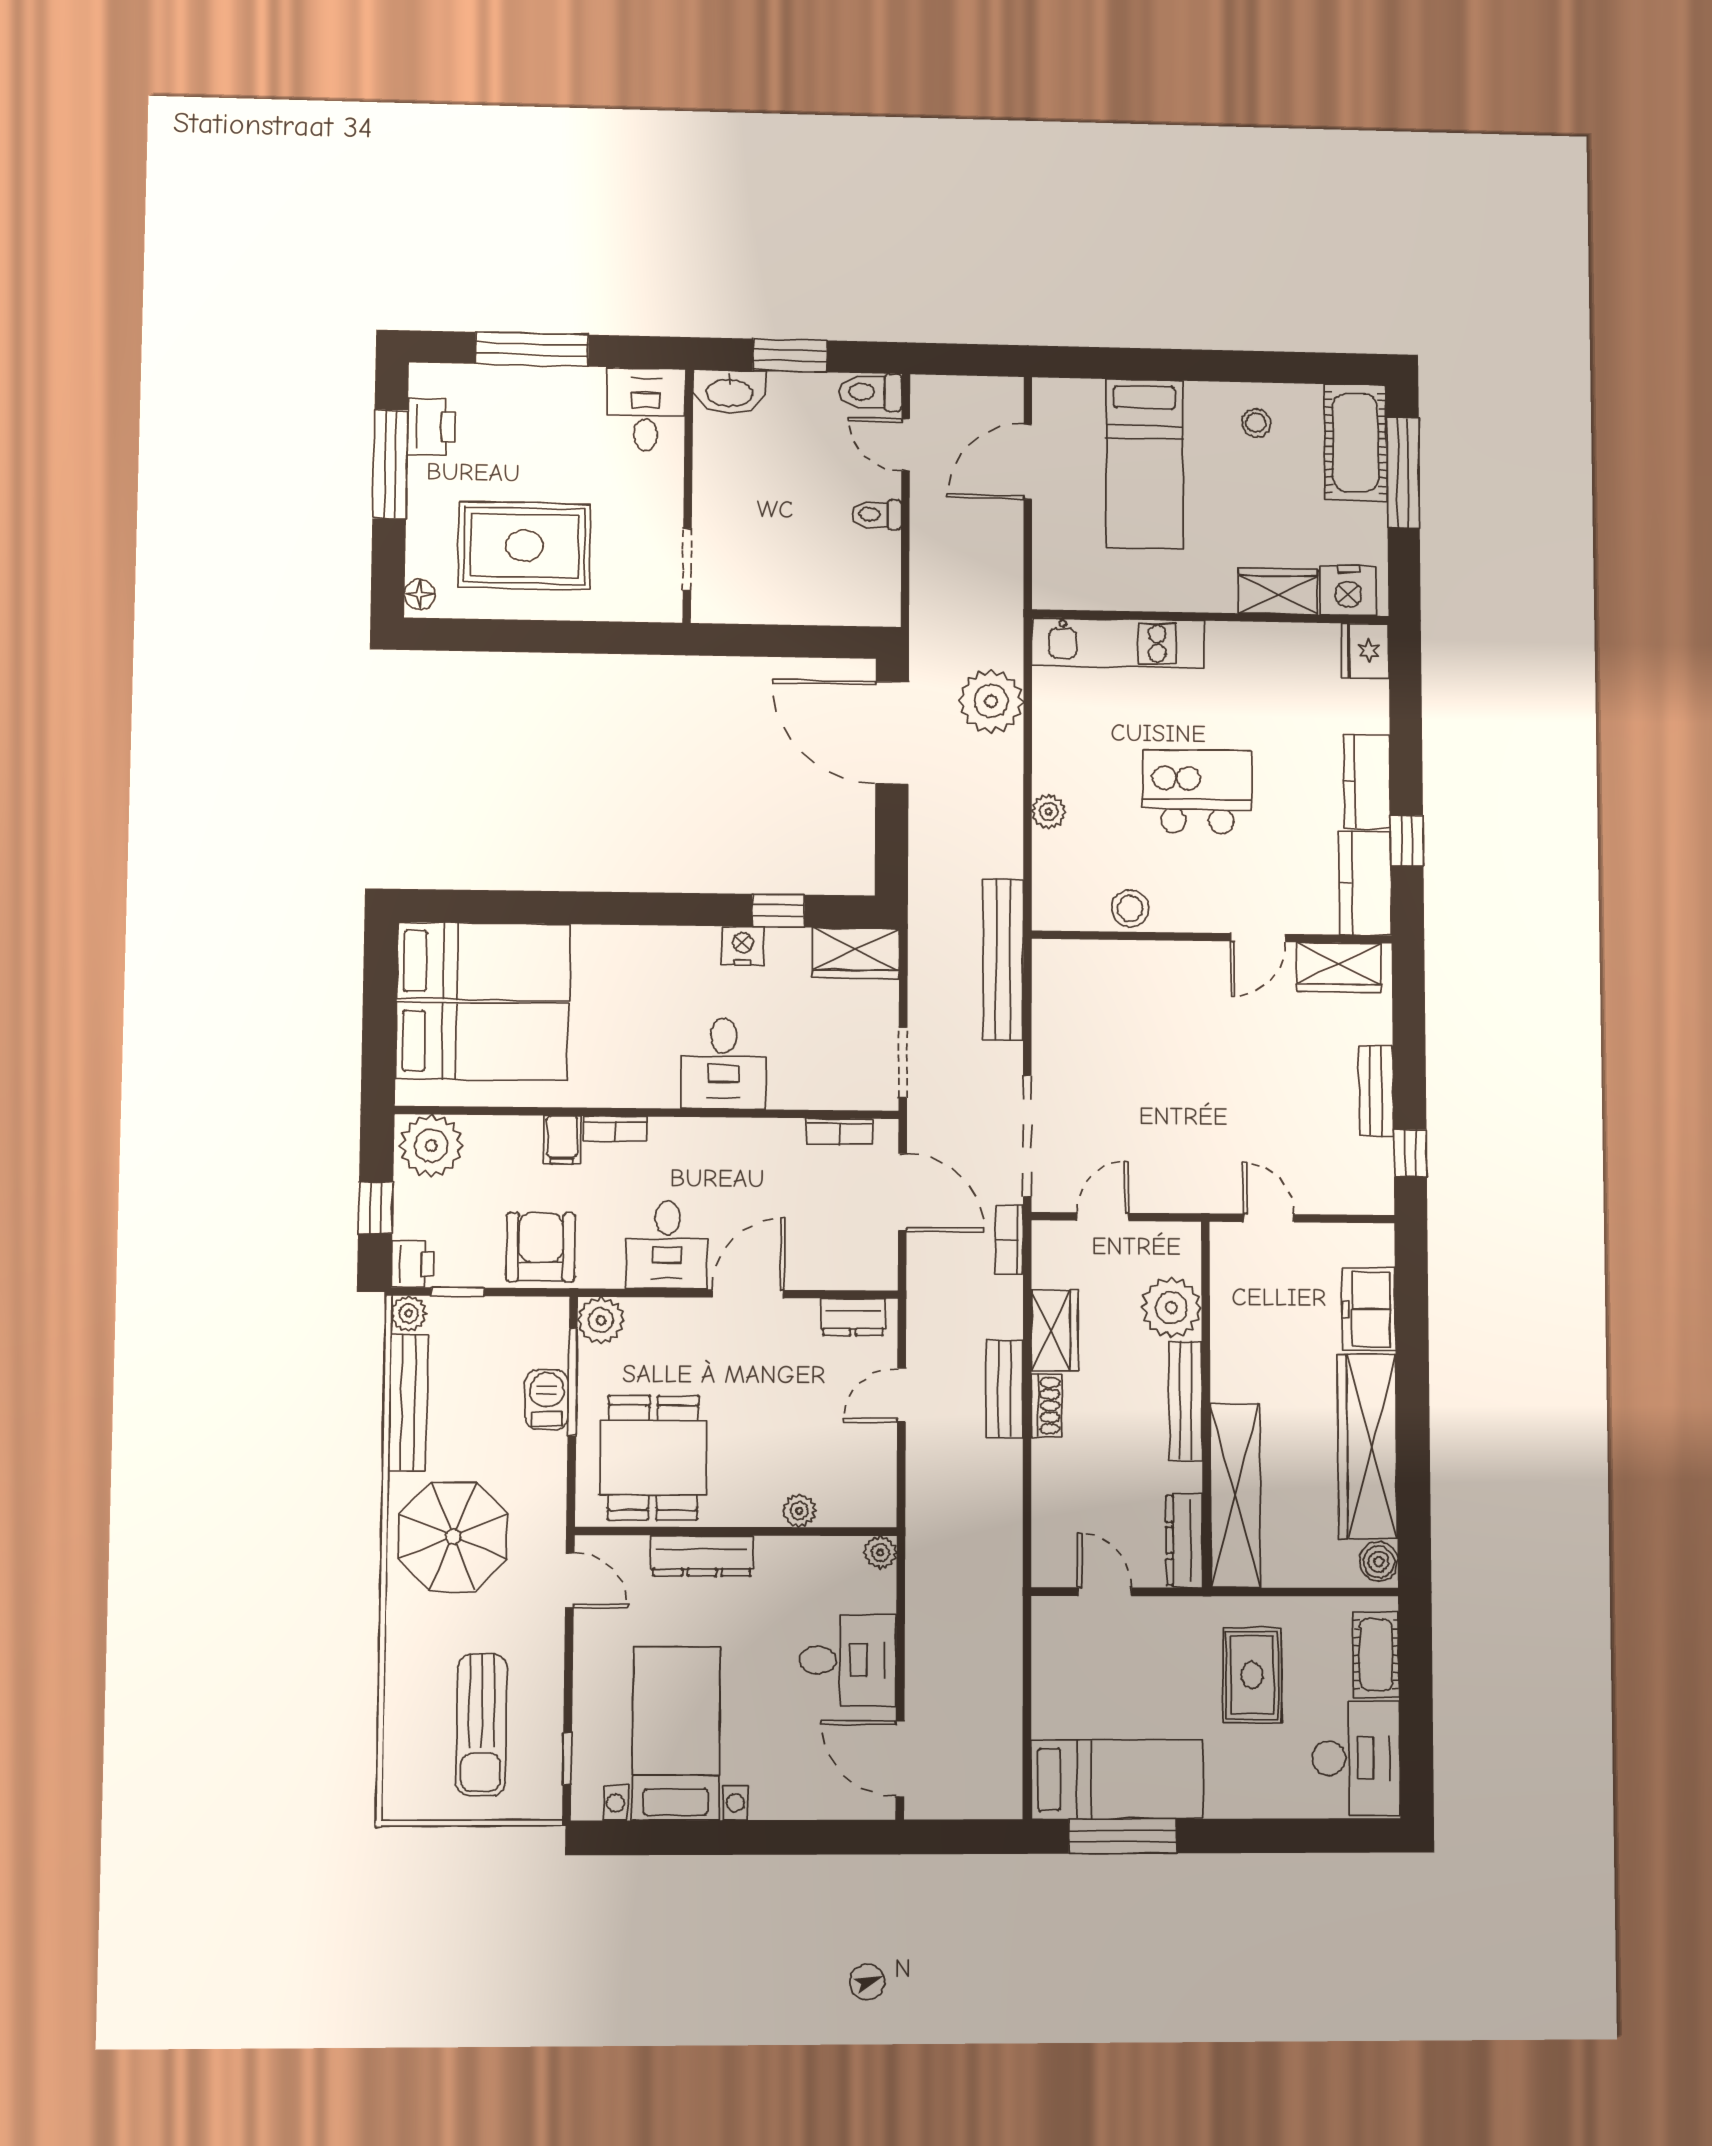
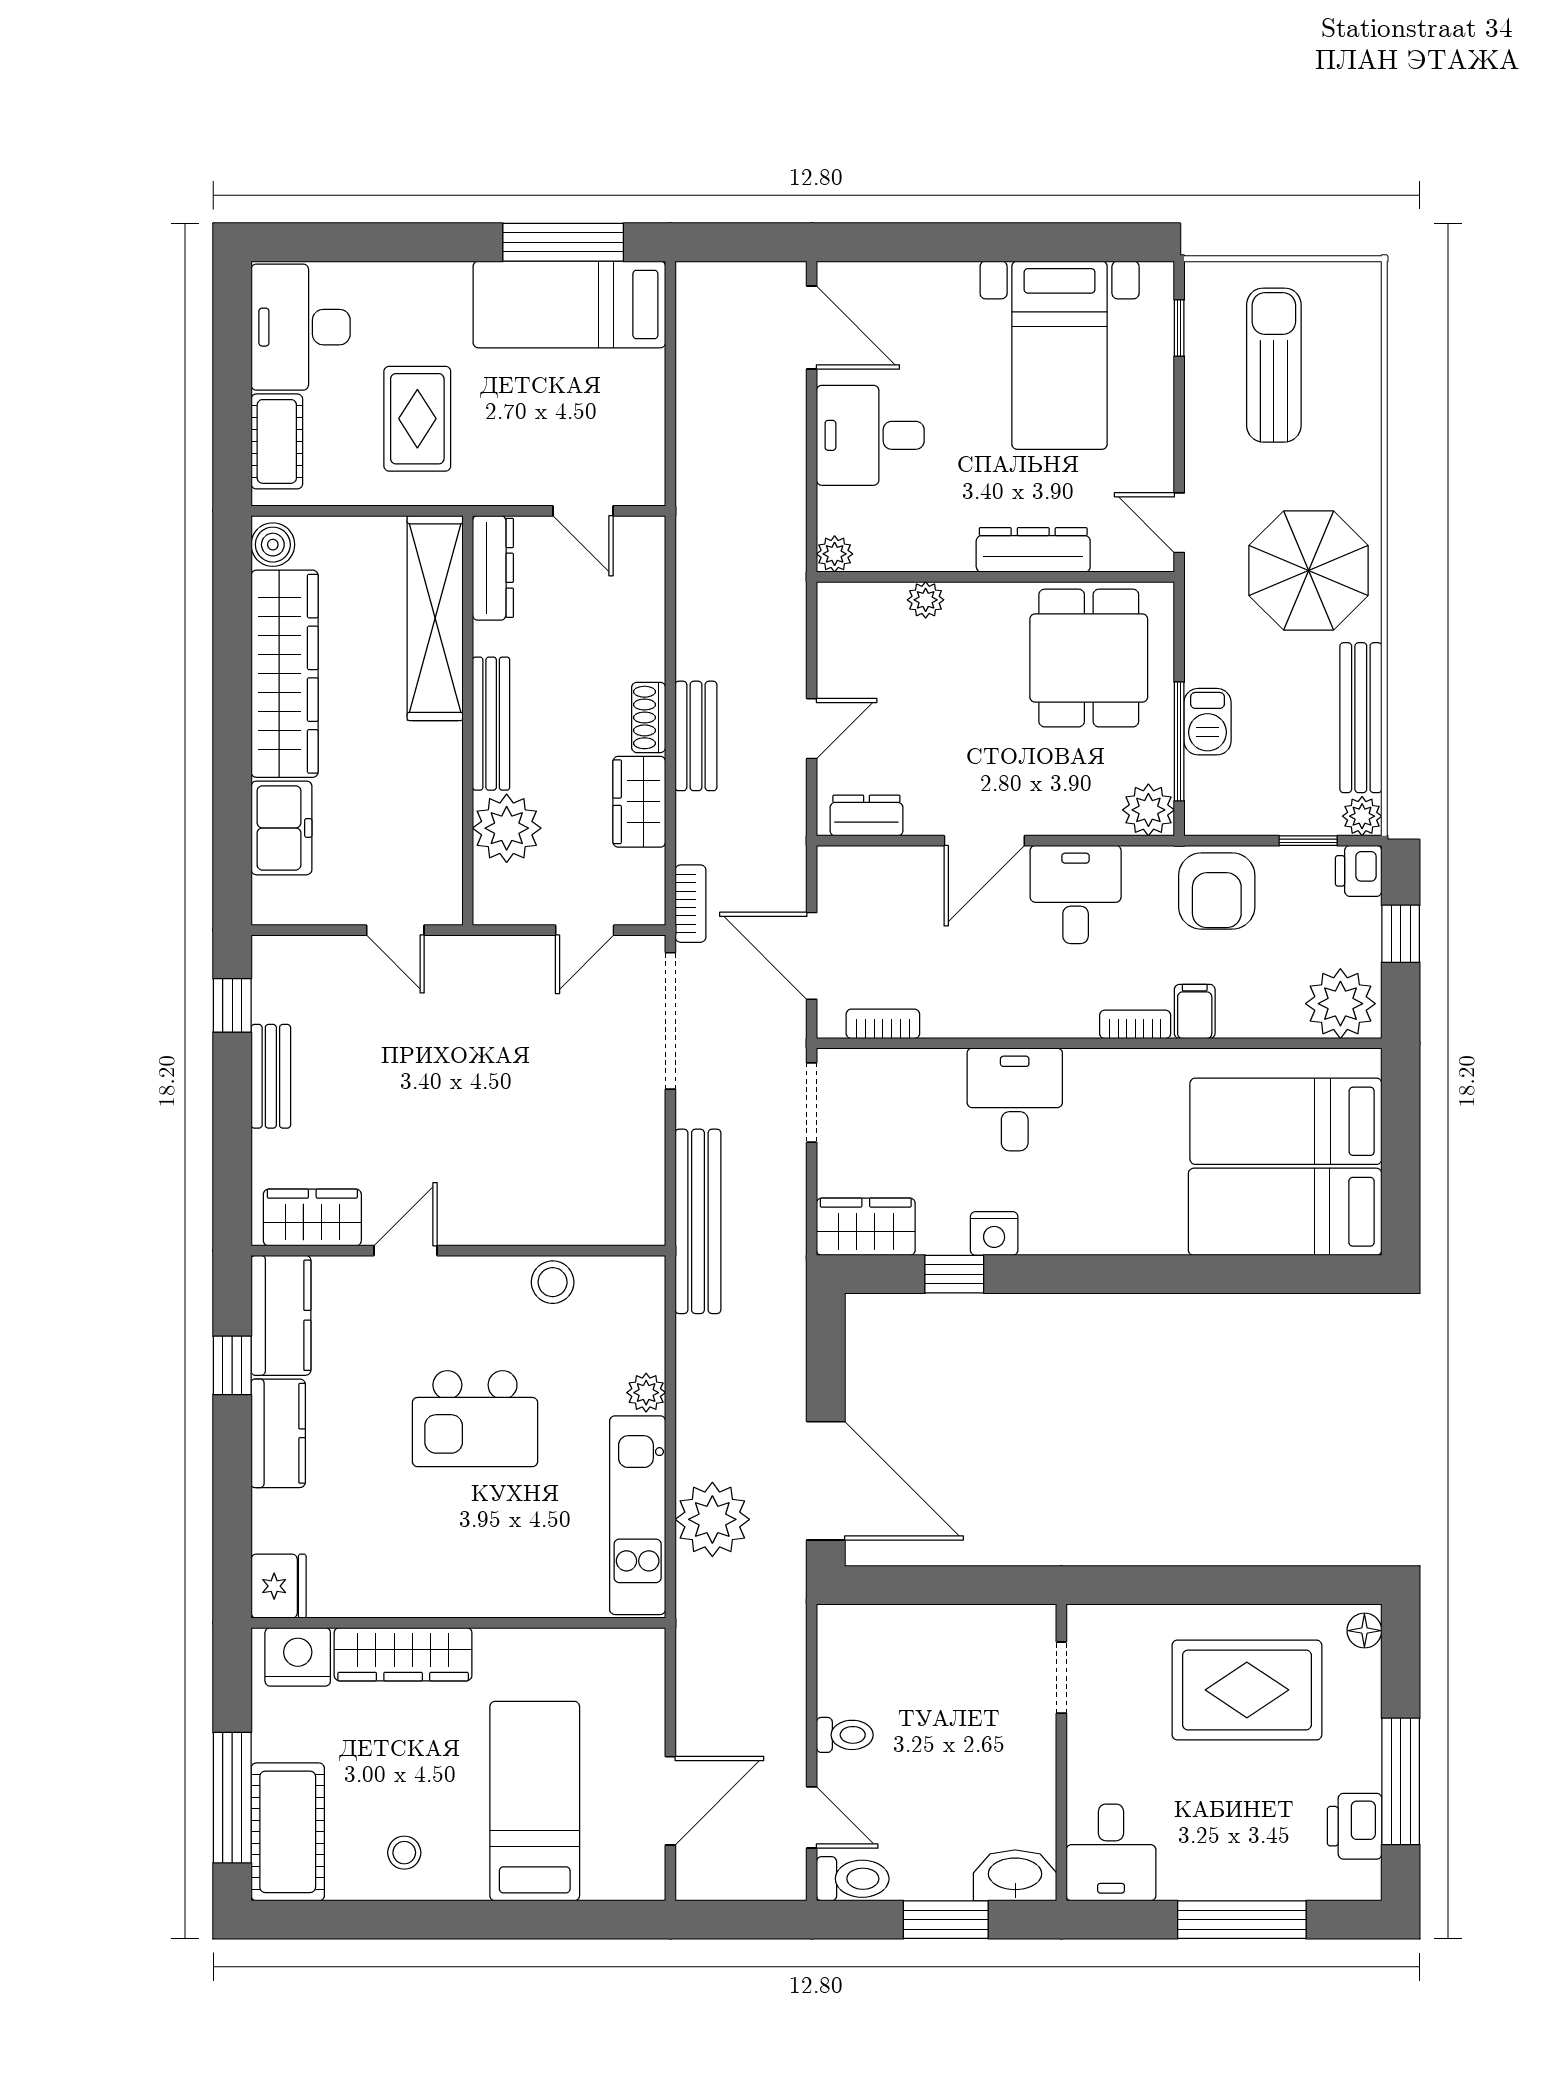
wardrobe: (1278, 591) -> (403, 1654), width x1.50
kitchen unit: (1118, 643) -> (638, 1515), moved, turned -90

